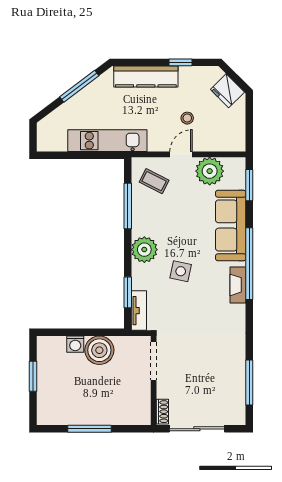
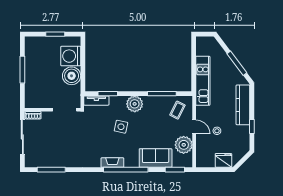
fridge: (227, 91) -> (223, 160), moved, turned 45
sofa: (231, 225) -> (156, 158), width x0.73
washing machine: (75, 344) -> (71, 56), width x1.89, depth x1.89

